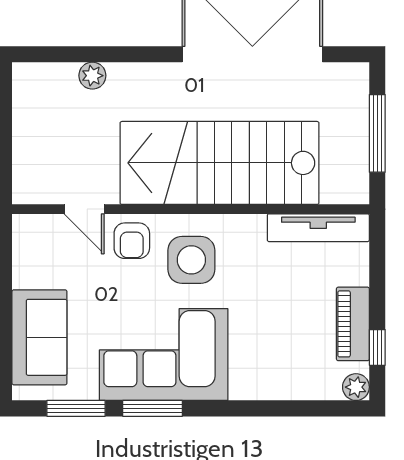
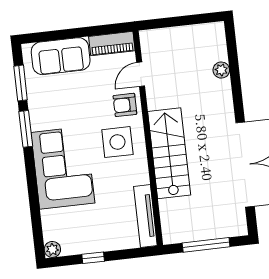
stairs: (219, 163) -> (169, 153), width x0.73, depth x0.66
piano: (353, 324) -> (112, 44), moved, turned 180
window: (377, 347) -> (93, 258), moved
corner sofa: (164, 355) -> (63, 168), moved

